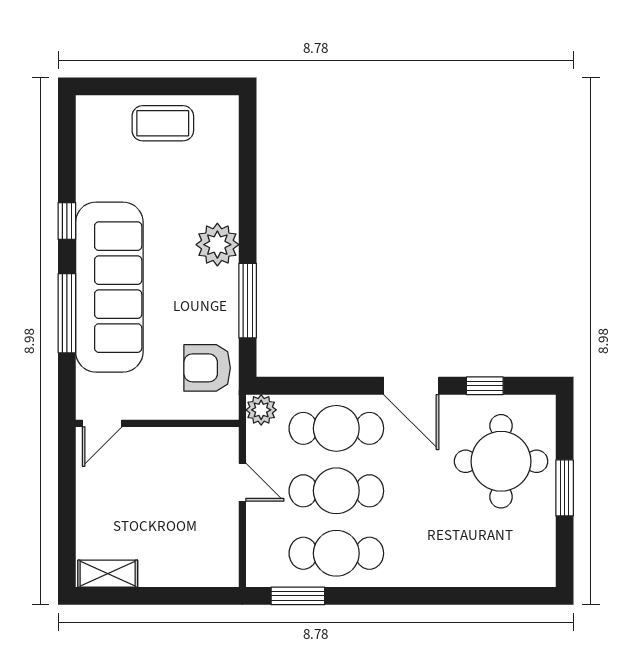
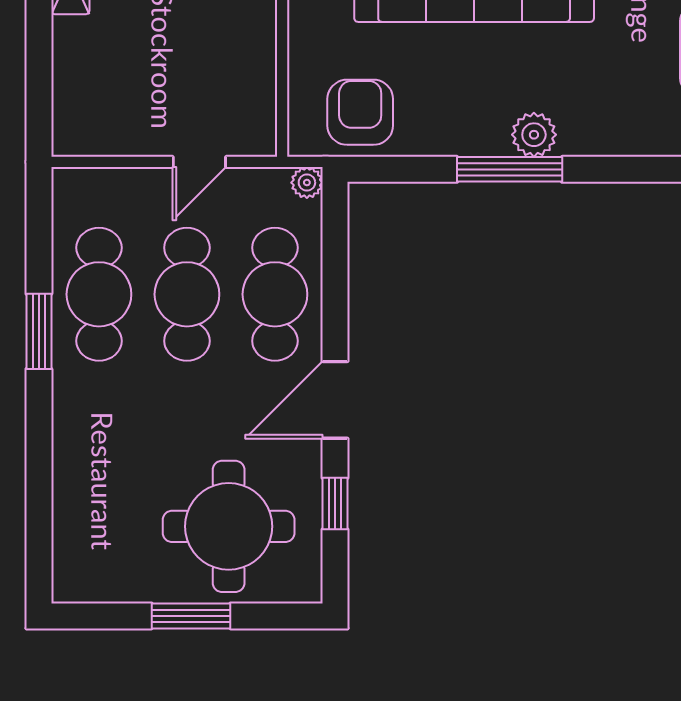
plant: (217, 245) -> (534, 135), width x0.73, depth x0.73
window: (248, 301) -> (510, 169), moved
plant: (261, 410) -> (307, 183), width x0.73, depth x0.73
window: (298, 596) -> (39, 331), moved

